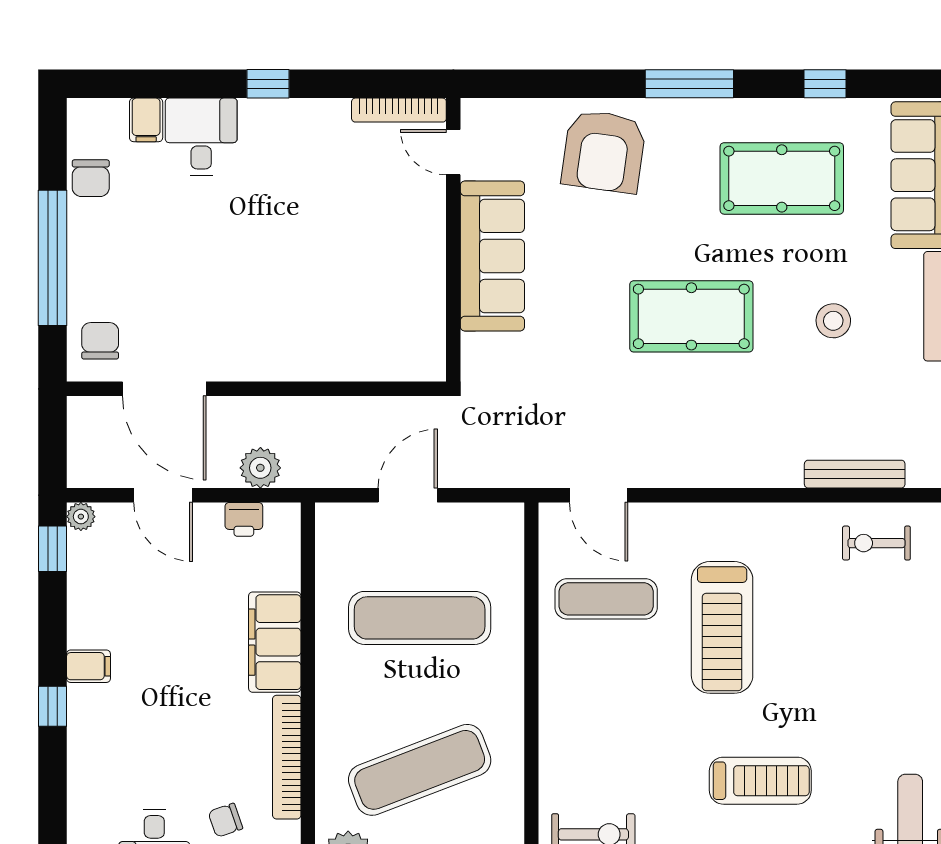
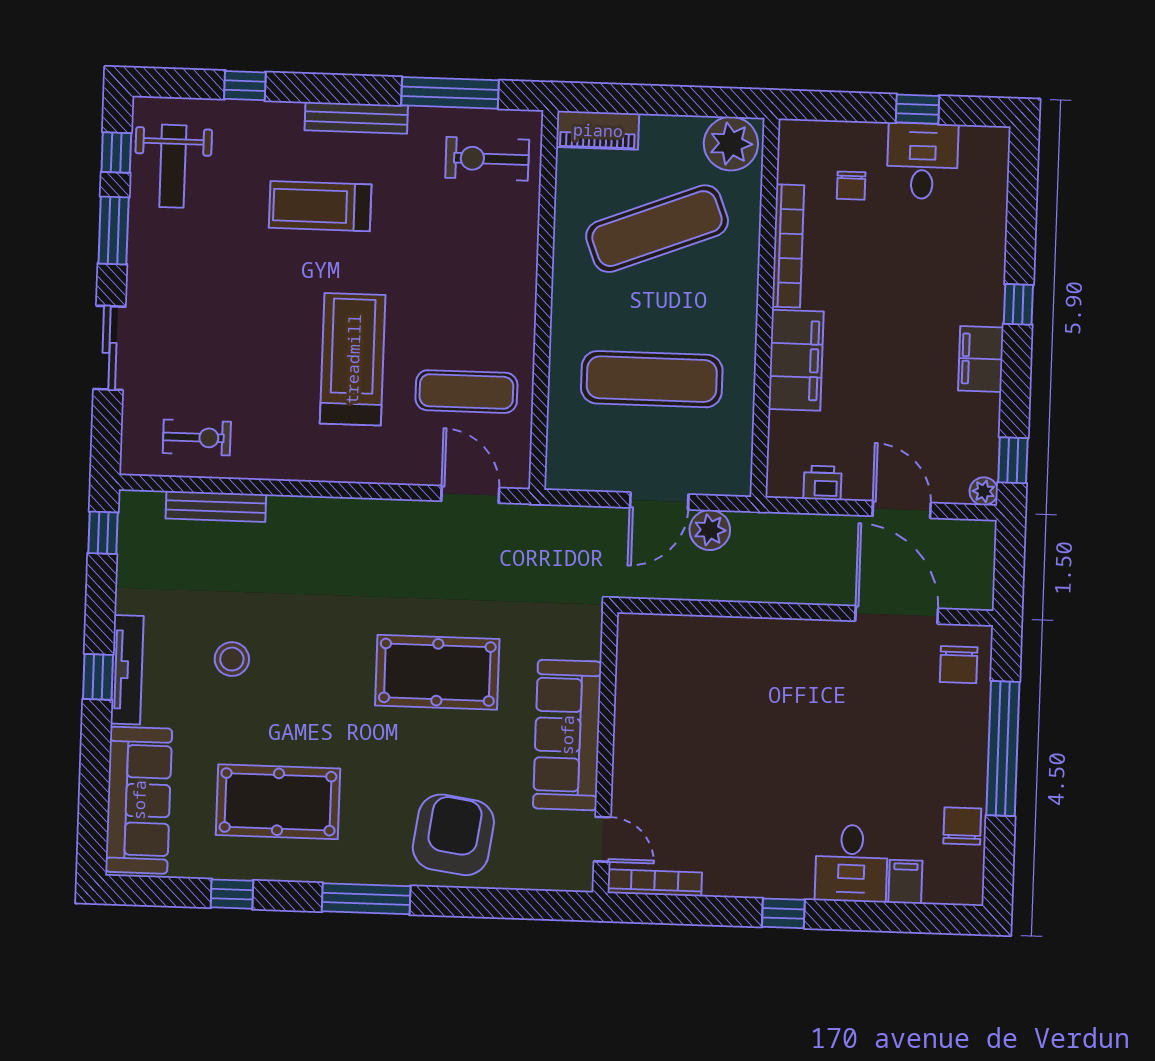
pool table: (691, 316) -> (437, 672), moved
plant: (260, 468) -> (710, 530), moved
filing cabinet: (88, 666) -> (981, 359), width x2.00
chair: (225, 820) -> (851, 186), turned 109

